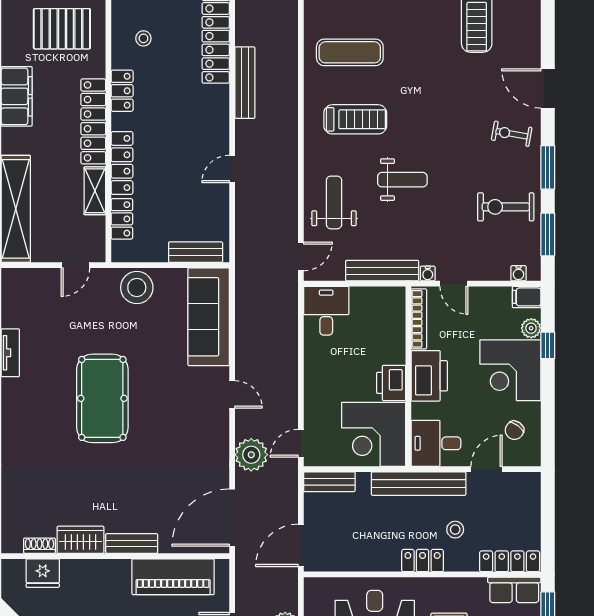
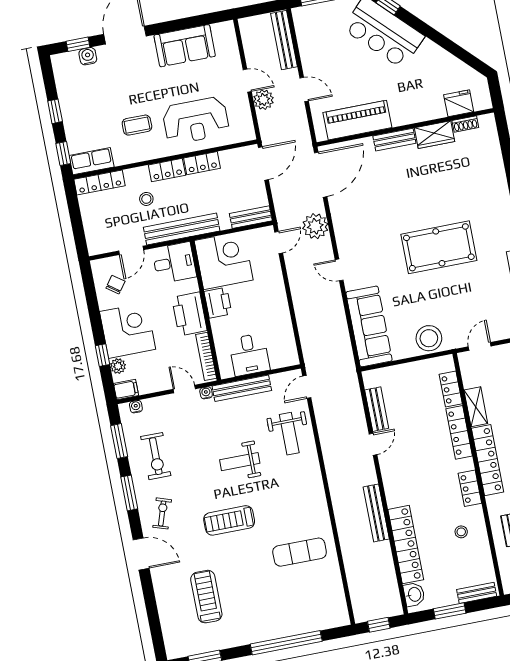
treadmill: (355, 119) -> (229, 520), moved
exercise bike: (512, 134) -> (162, 513), turned -82
exercise bike: (506, 207) -> (156, 456), turned 90
bench: (196, 252) -> (377, 409), moved, turned 90
desk: (326, 311) -> (249, 355), moved
pool table: (102, 398) -> (439, 247), turned 90
locker: (377, 561) -> (202, 163), added

